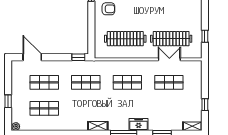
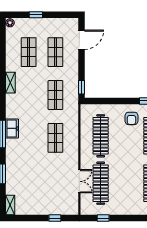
shop shelf: (169, 82) -> (55, 181), removed
window: (205, 105) -> (55, 218), moved
freezer: (139, 124) -> (12, 128), moved
shelving: (98, 126) -> (10, 83), moved

